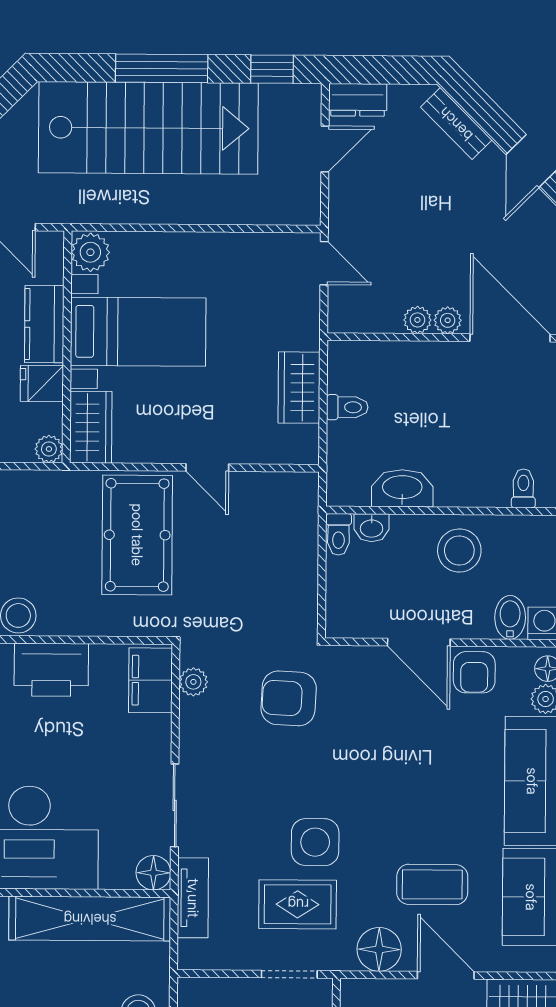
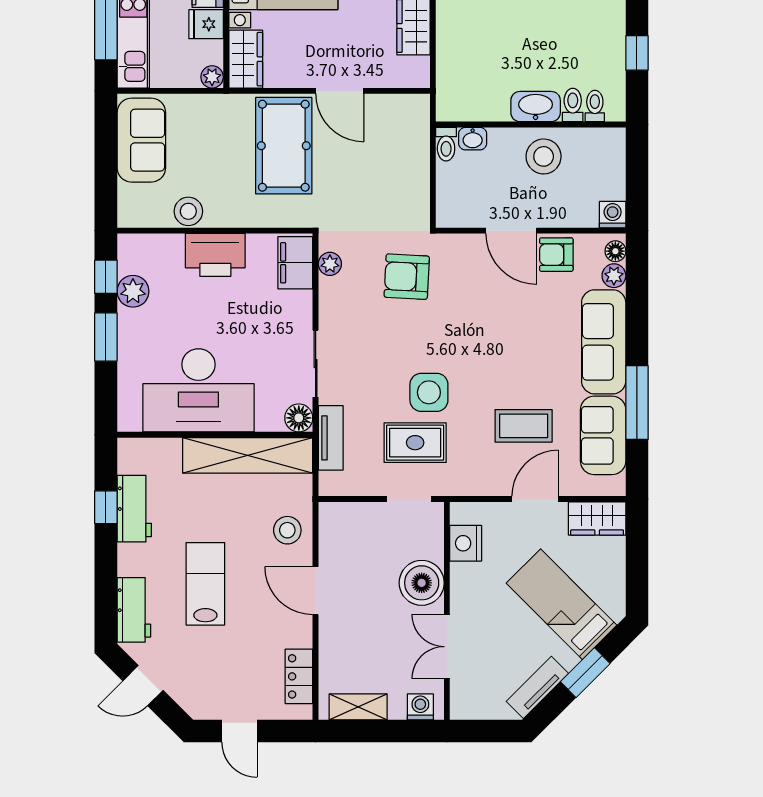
toilet: (347, 407) -> (573, 105), moved, turned -90
door: (207, 467) -> (340, 91), width x1.38
washbasin: (402, 488) -> (536, 107), moved
bidet: (510, 617) -> (585, 210), removed
armchair: (474, 672) -> (556, 255), turned 90
floor lamp: (379, 949) -> (481, 478), removed
door: (446, 975) -> (535, 499), hinge flipped

